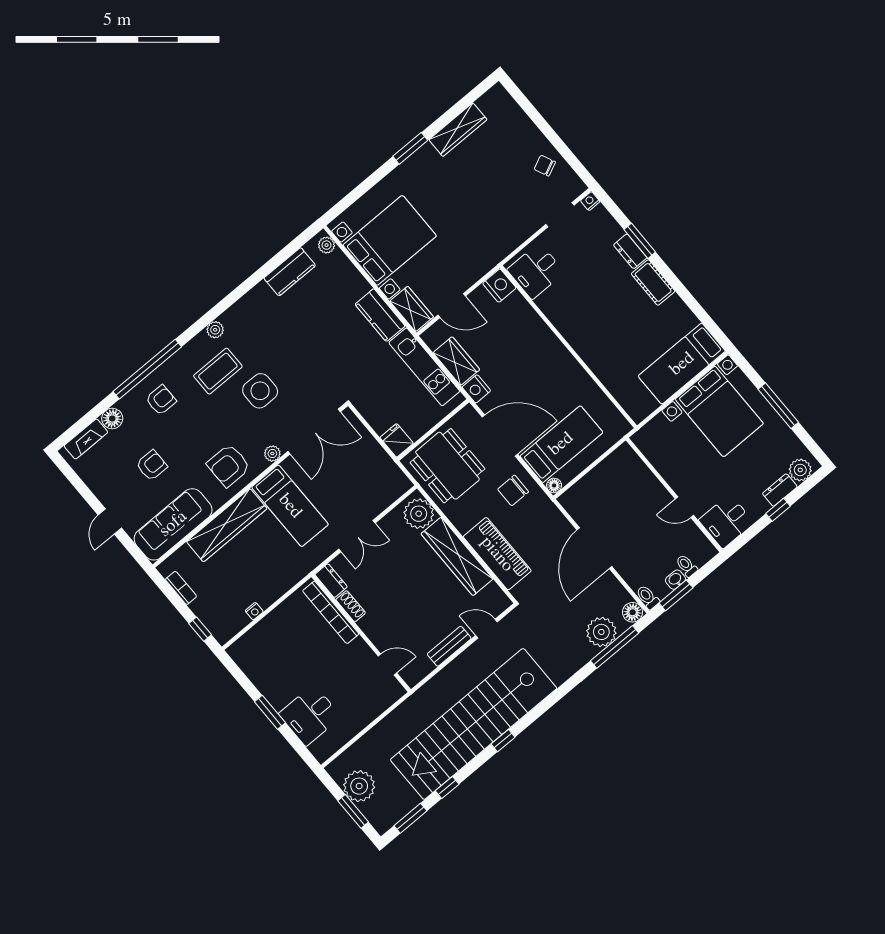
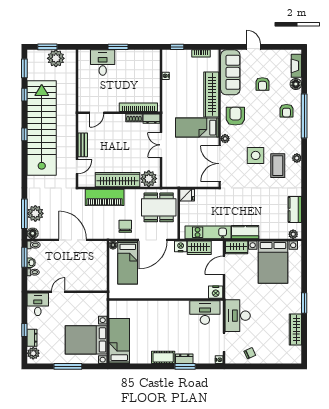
desk: (506, 227) -> (238, 316), added
desk: (536, 271) -> (205, 313), width x1.37
coffee table: (218, 371) -> (278, 166), moved

